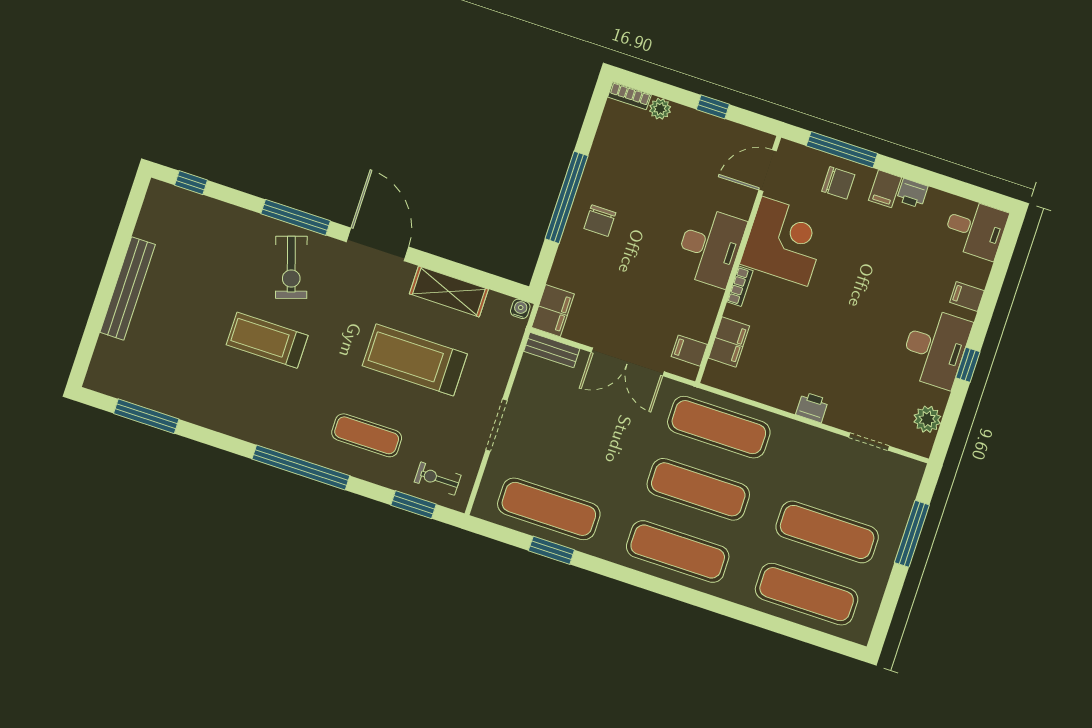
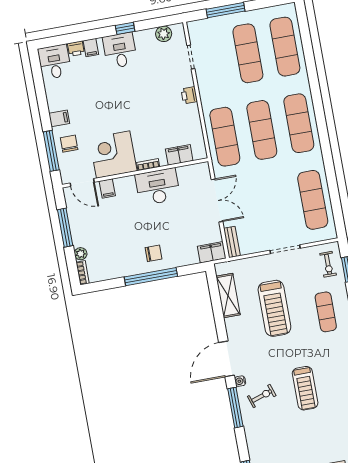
window: (713, 107) -> (65, 228), width x2.17
printer: (912, 193) -> (76, 49), moved, turned 90
desk: (710, 247) -> (158, 187), moved
exercise bike: (291, 267) -> (262, 396), width x0.73, depth x0.72
shelving: (449, 292) -> (228, 295), moved
water cooler: (520, 309) -> (240, 381), moved
desk: (935, 348) -> (120, 50), width x0.73
filing cabinet: (689, 351) -> (107, 188), moved
window: (551, 550) -> (333, 187), removed

